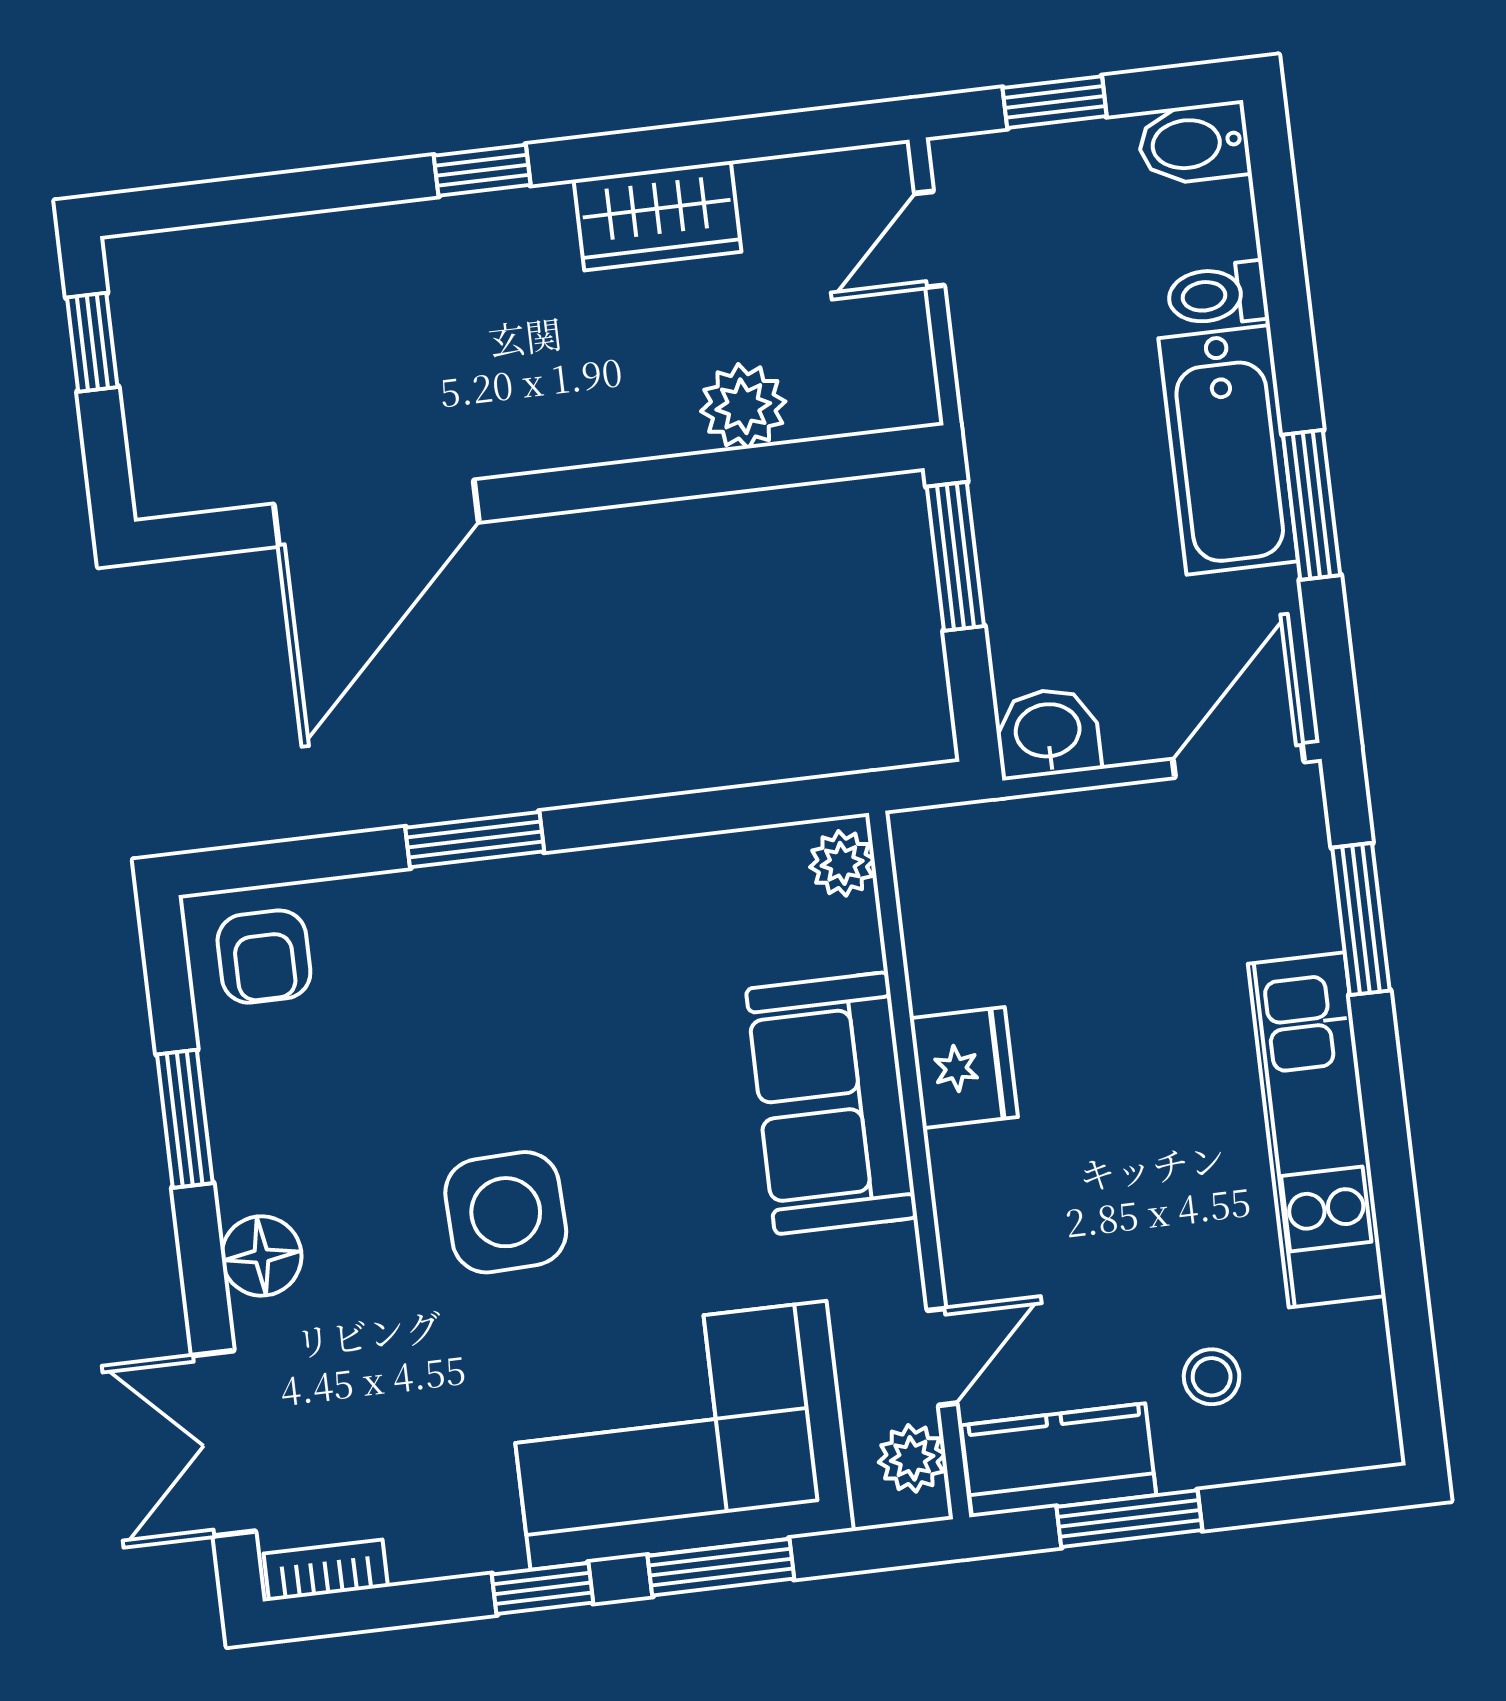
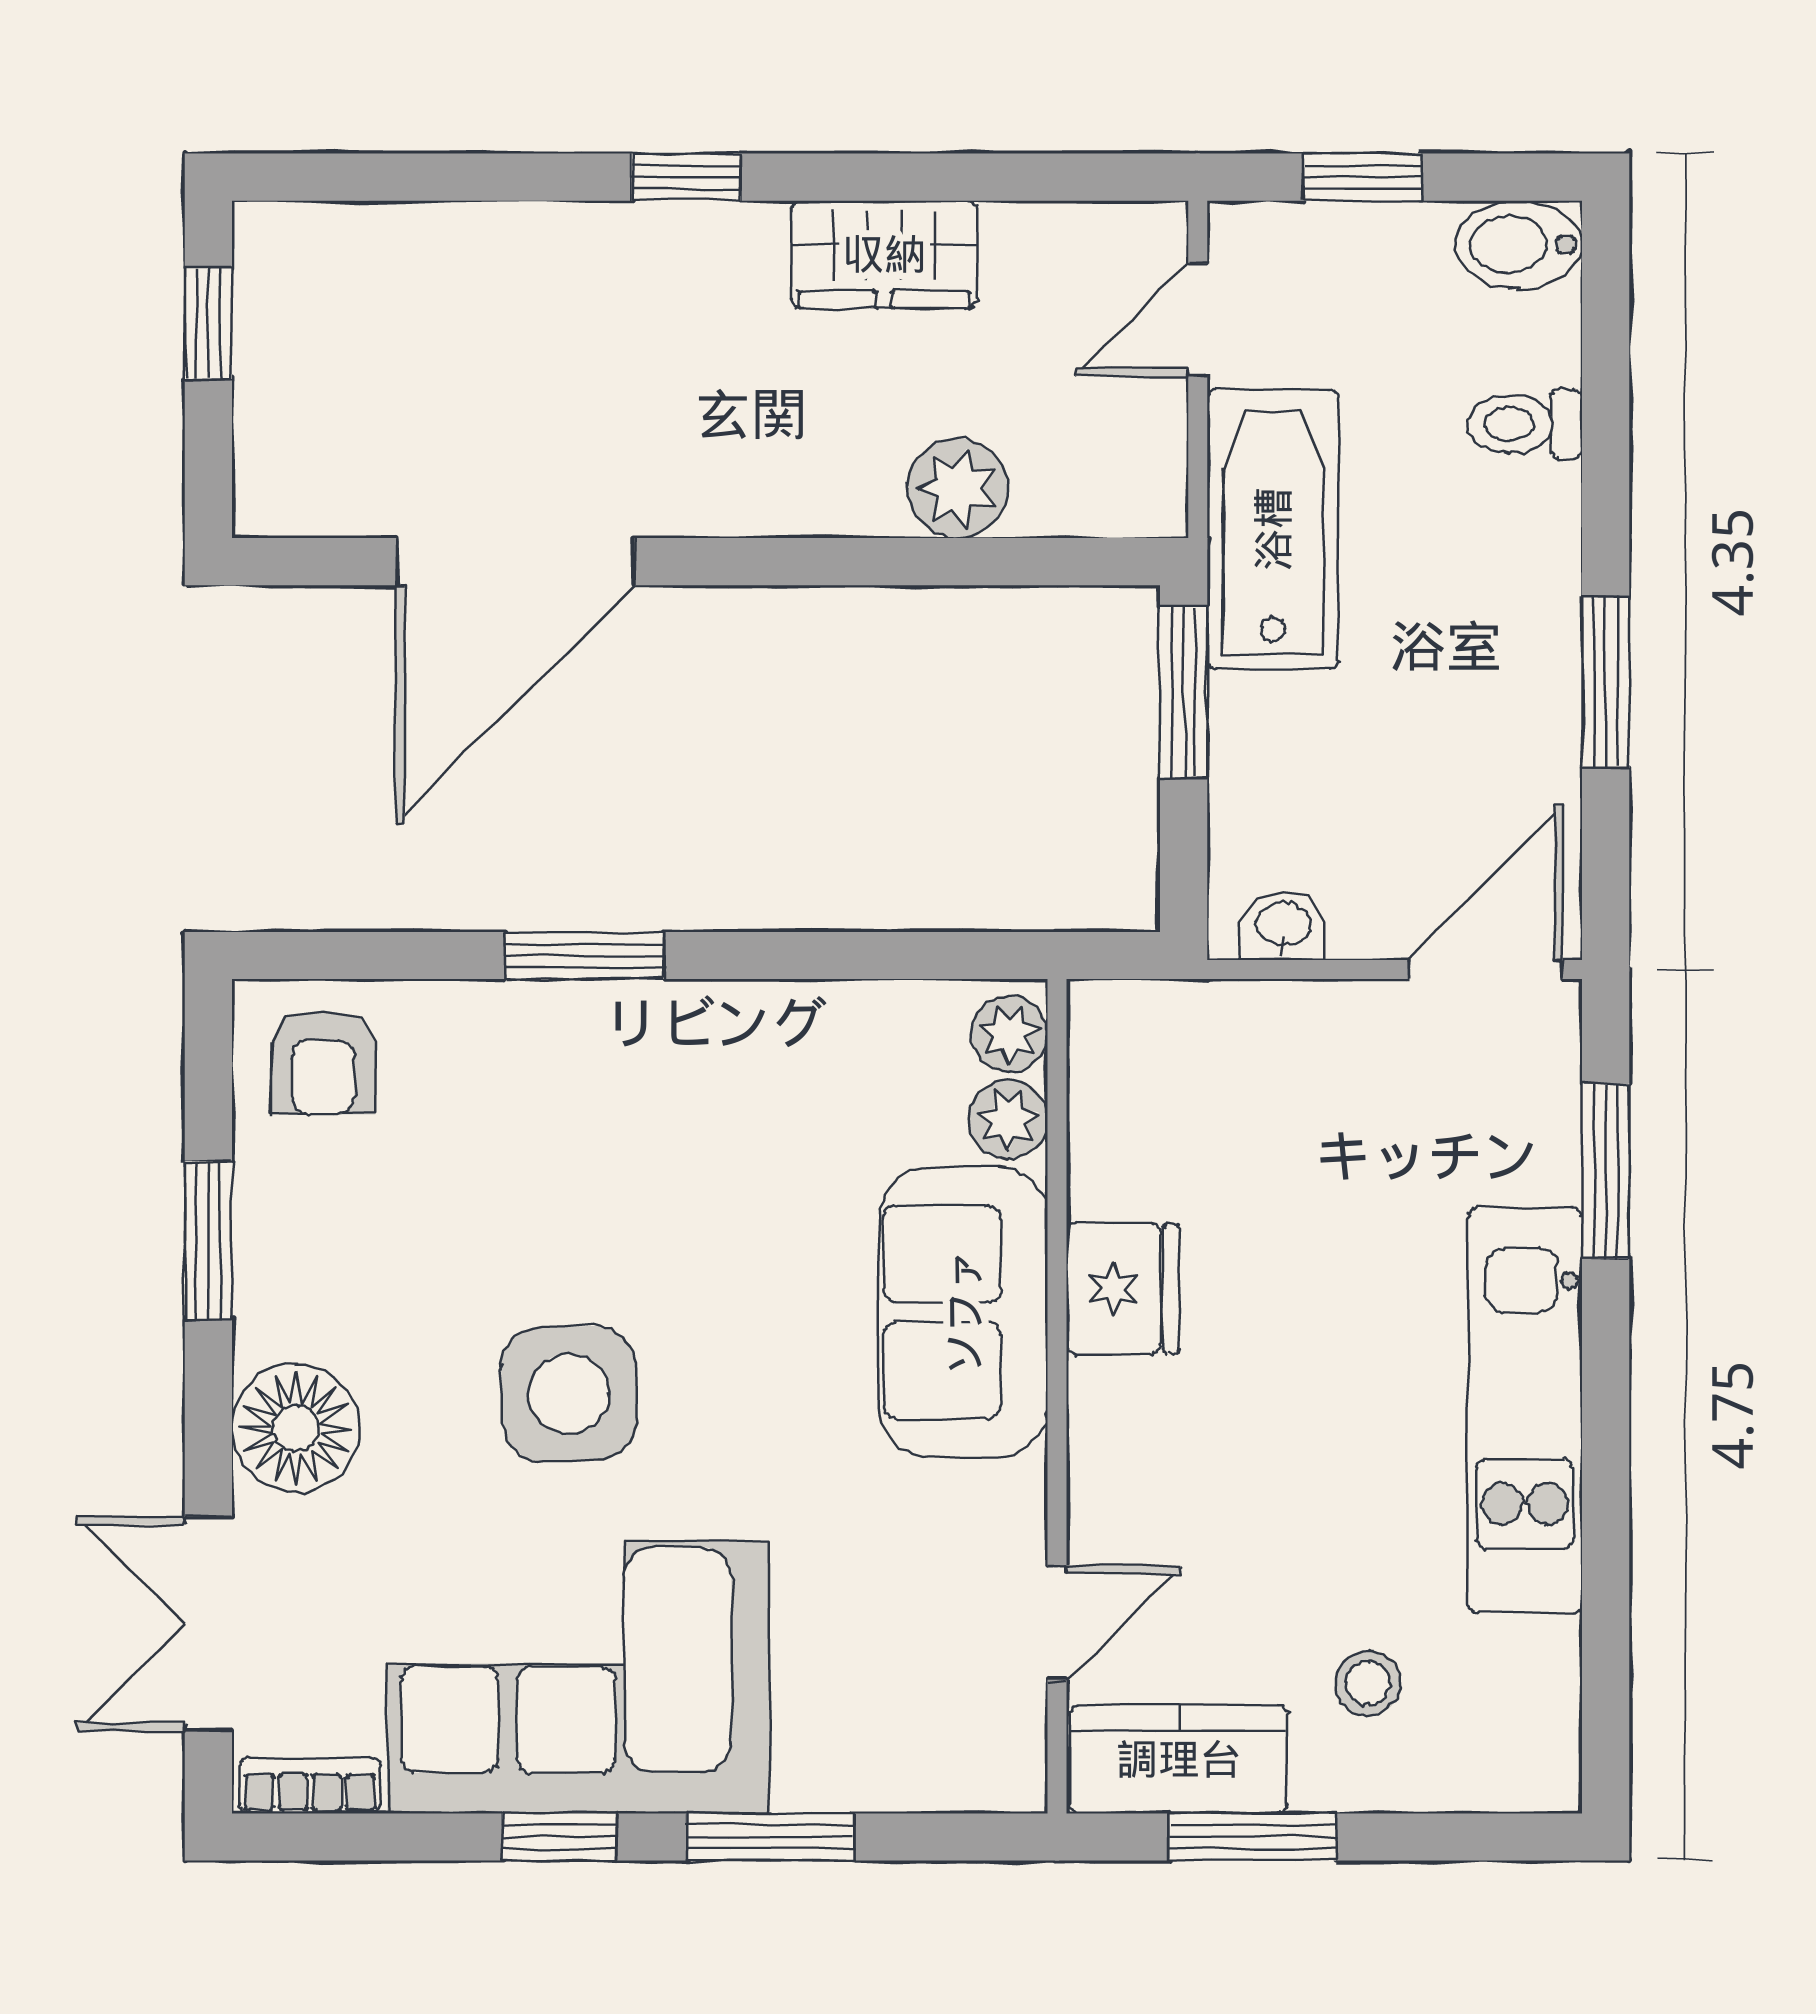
bathtub: (1228, 450) -> (1273, 529), moved, turned 180
washbasin: (1048, 733) -> (1283, 926), width x0.72, depth x0.69
floor lamp: (261, 1256) -> (296, 1428), width x1.38, depth x1.38
corner sofa: (679, 1435) -> (578, 1677), moved
plant: (912, 1458) -> (1008, 1120), moved

